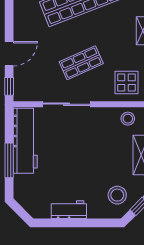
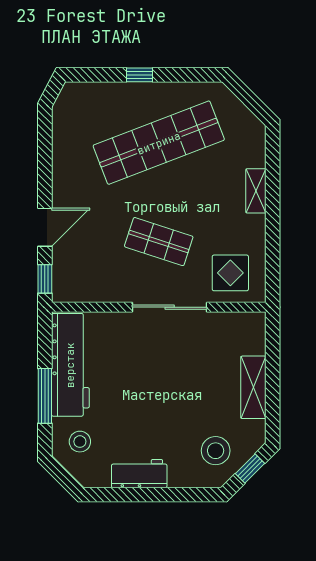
shop shelf: (81, 63) -> (159, 242), turned 42
sliding door: (67, 104) -> (170, 307), moved
stool: (128, 119) -> (80, 442), moved

